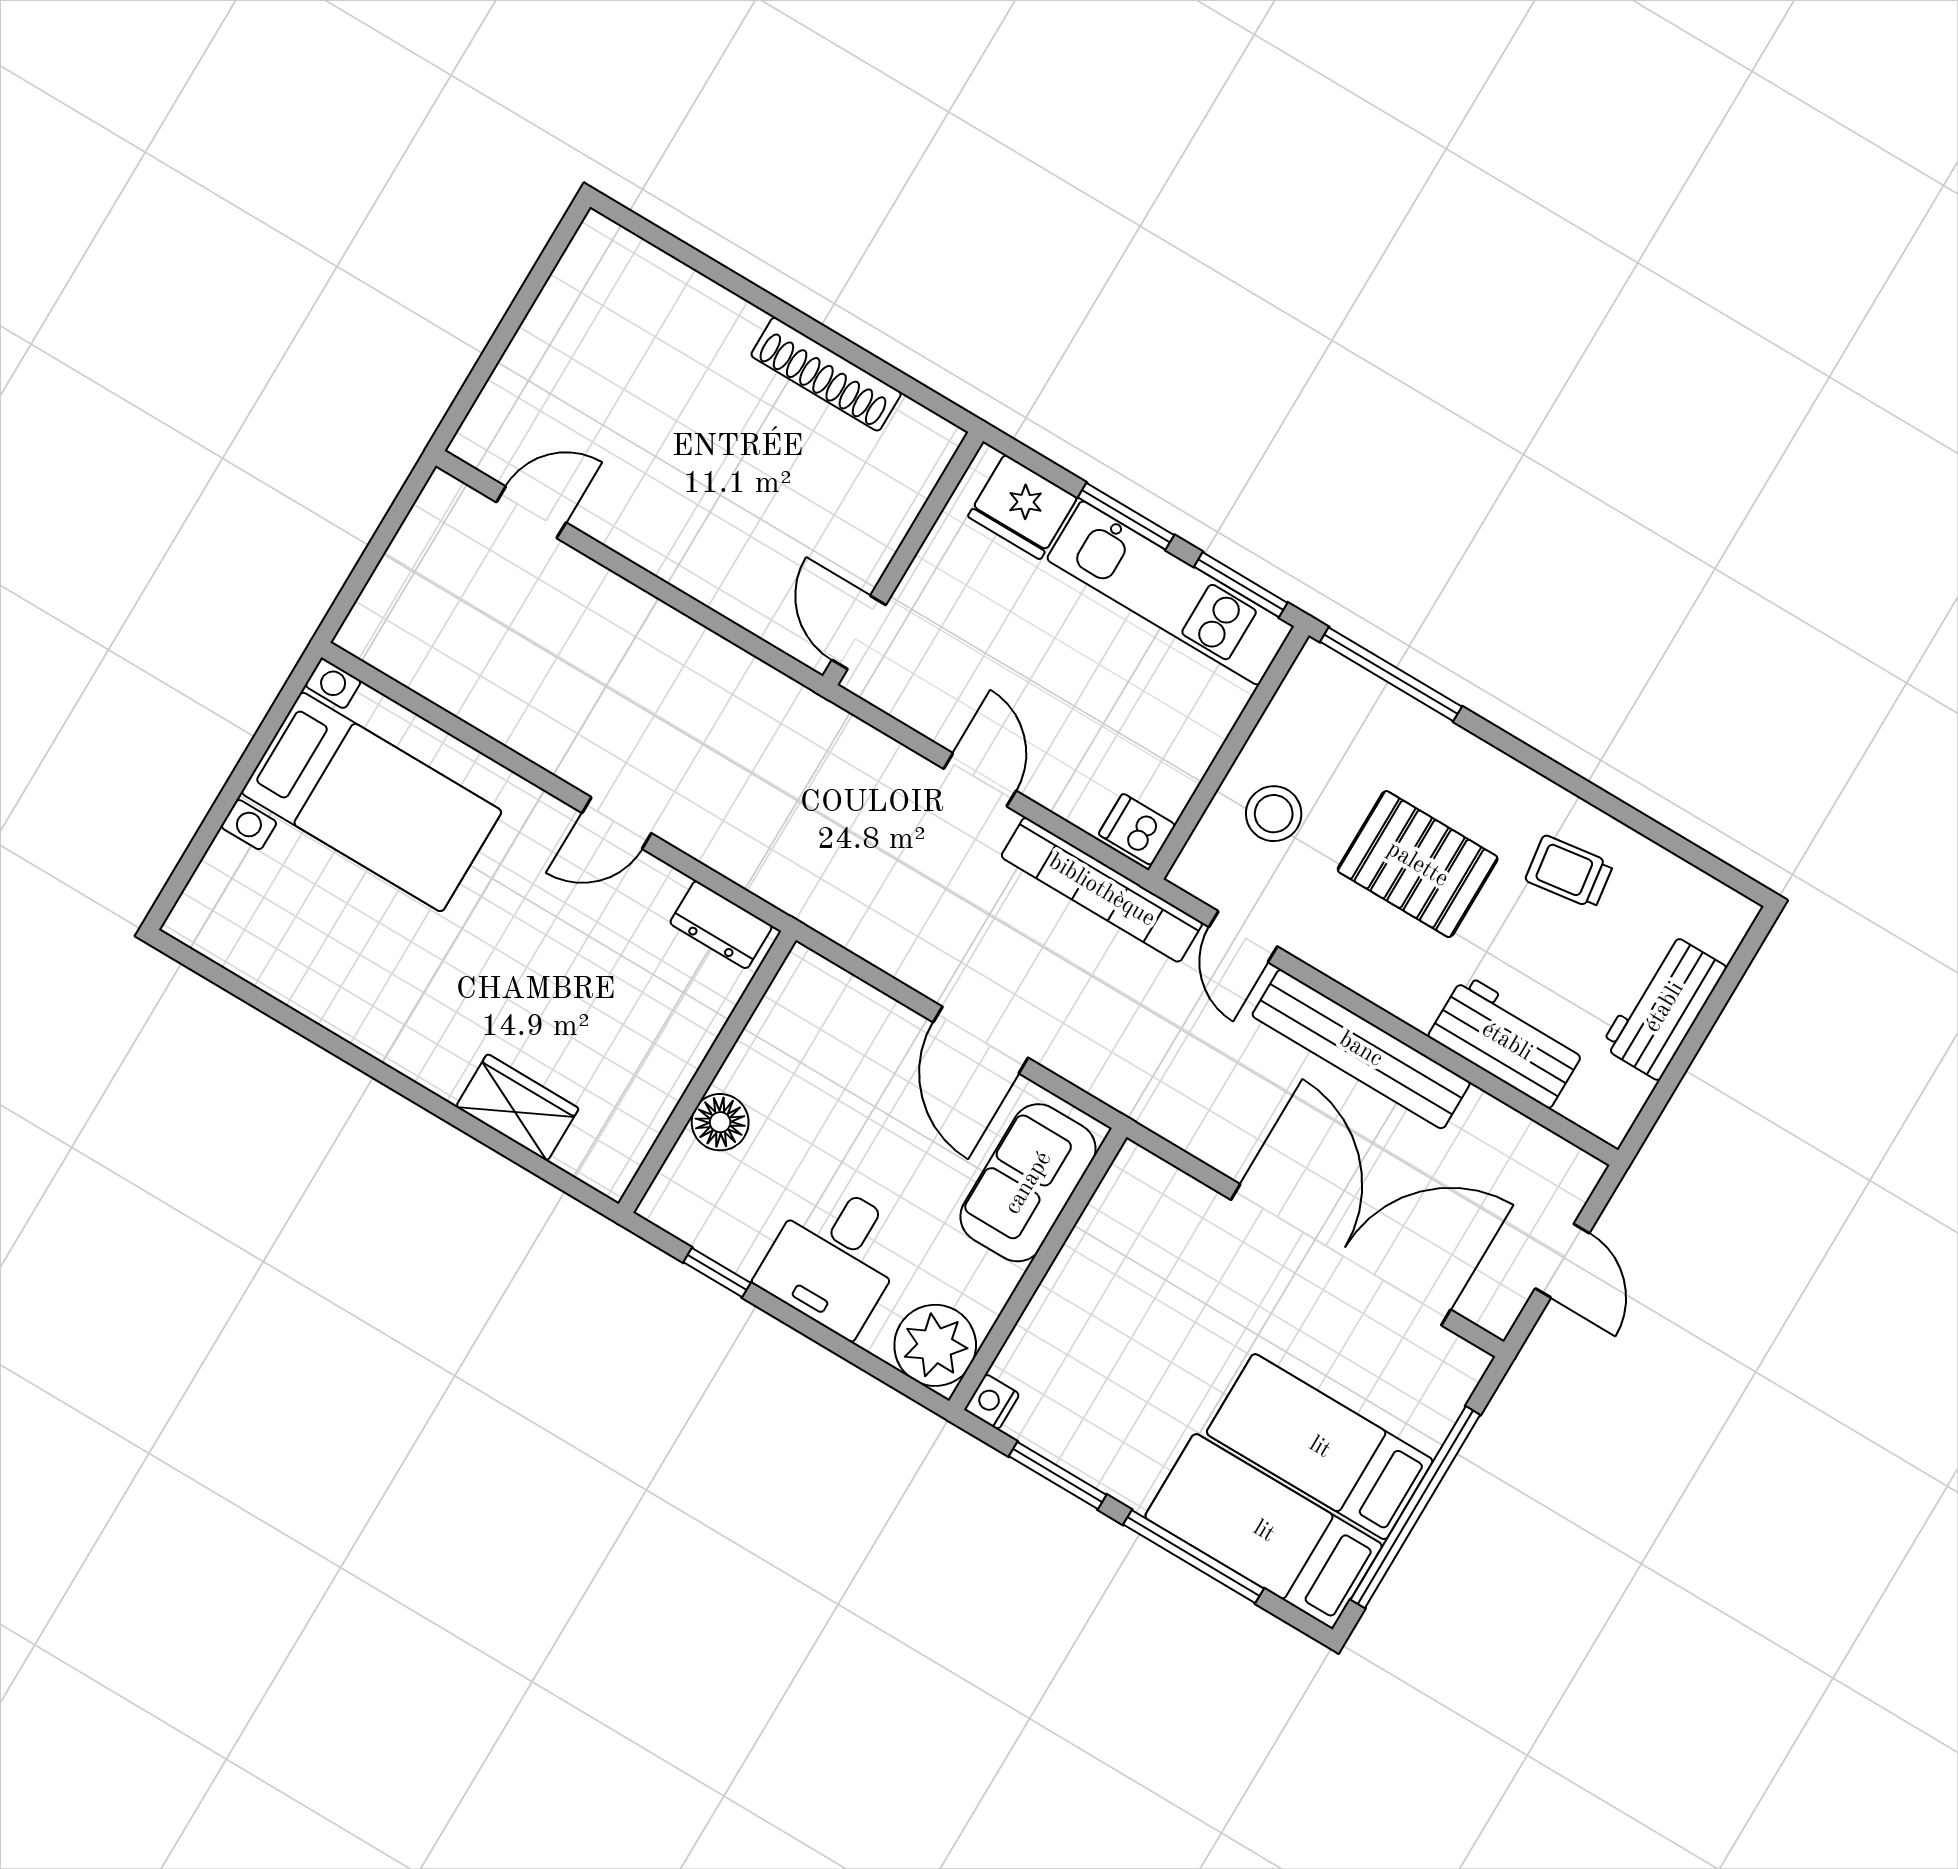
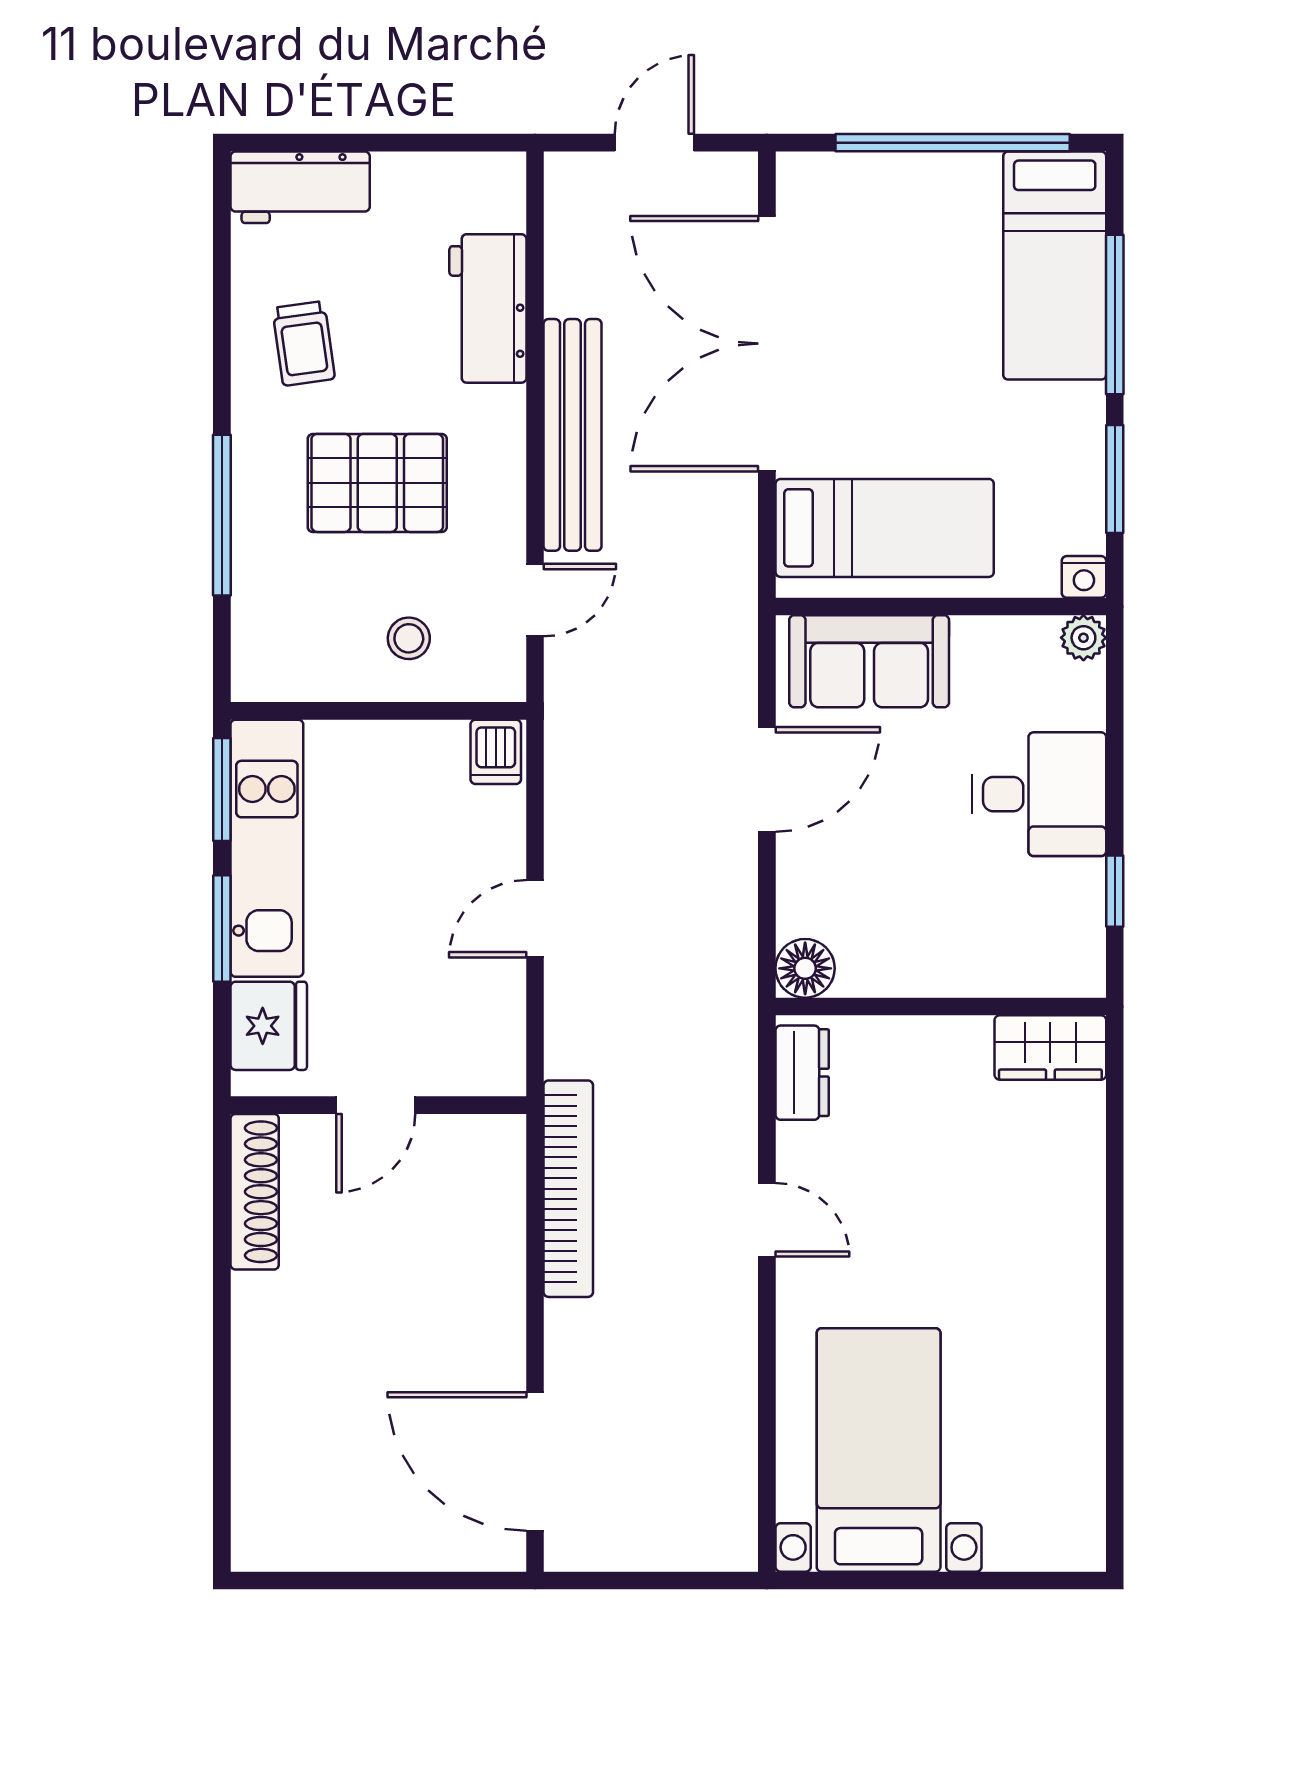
shoe rack: (826, 374) -> (255, 1192), moved
door: (531, 512) -> (535, 1462), width x1.87
door: (859, 632) -> (376, 1105), moved
window: (1391, 674) -> (222, 515), moved
stool: (1274, 814) -> (409, 638), width x0.73, depth x0.73
pallet: (1418, 864) -> (377, 483), turned 90
bookcase: (1102, 890) -> (568, 1189), moved
workbench: (1664, 1007) -> (300, 187), moved
wardrobe: (517, 1108) -> (1050, 1047), moved, turned -90
floor lamp: (720, 1122) -> (805, 968), moved
plant: (935, 1345) -> (1083, 638), width x0.53, depth x0.53
bed: (1320, 1447) -> (885, 528), moved, turned -90

